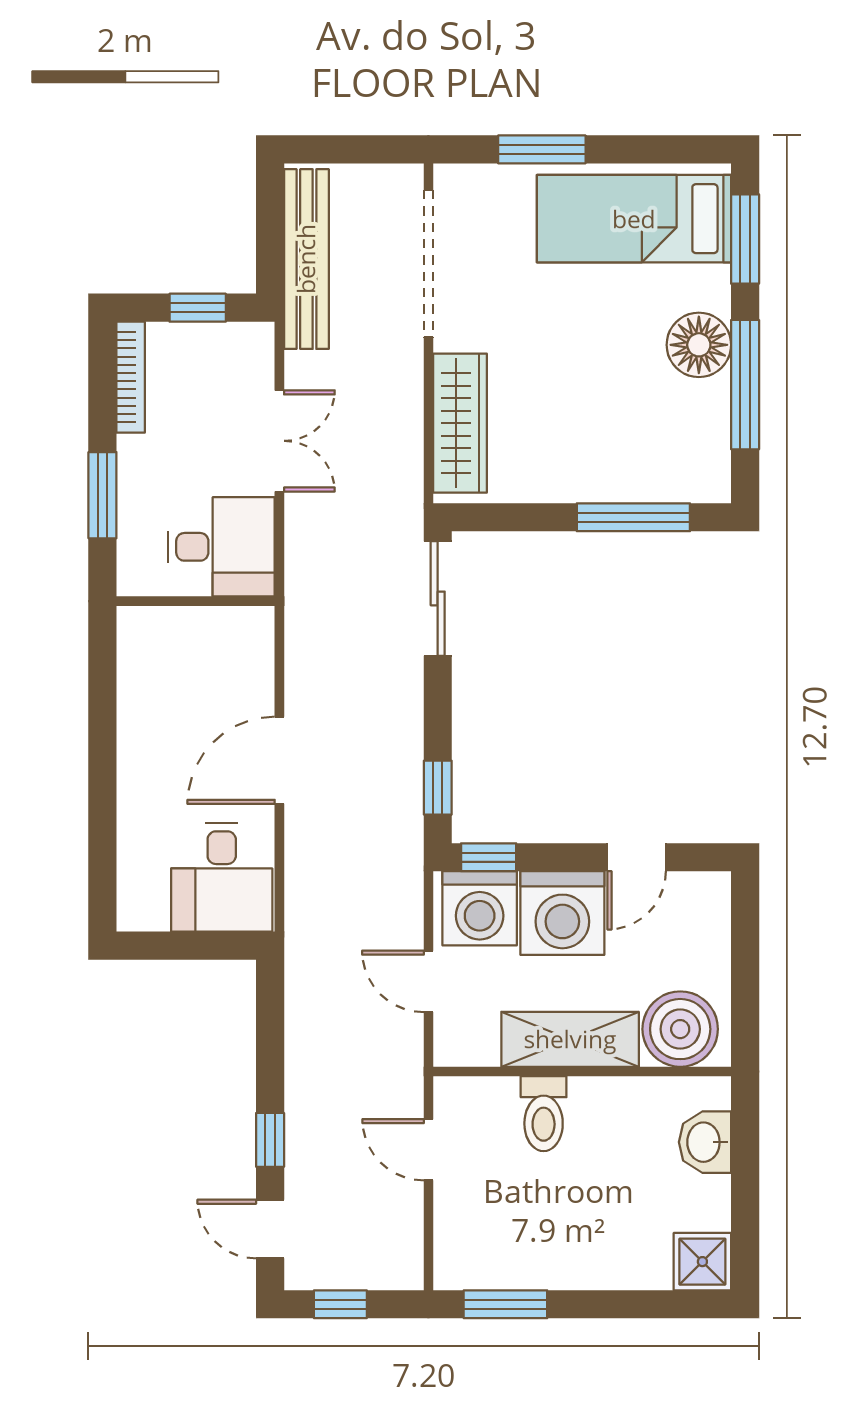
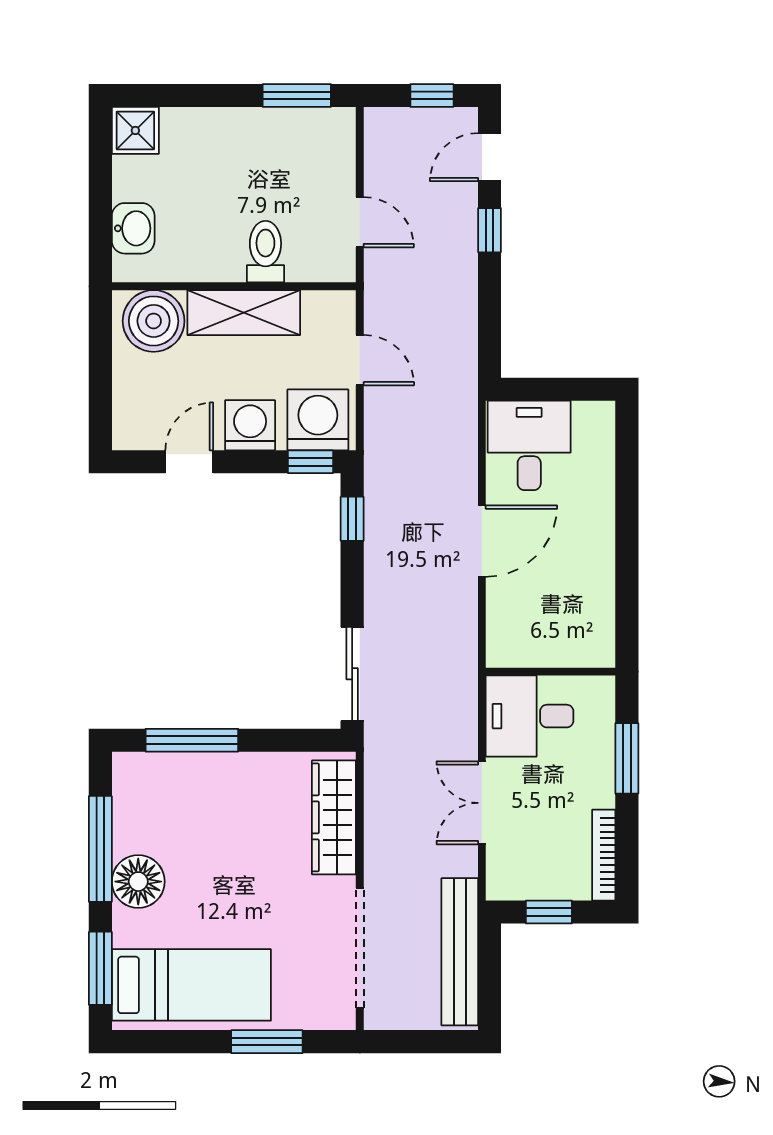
washing machine: (562, 913) -> (250, 425), width x0.73, depth x0.73
door: (270, 1229) -> (490, 157), swing flipped

